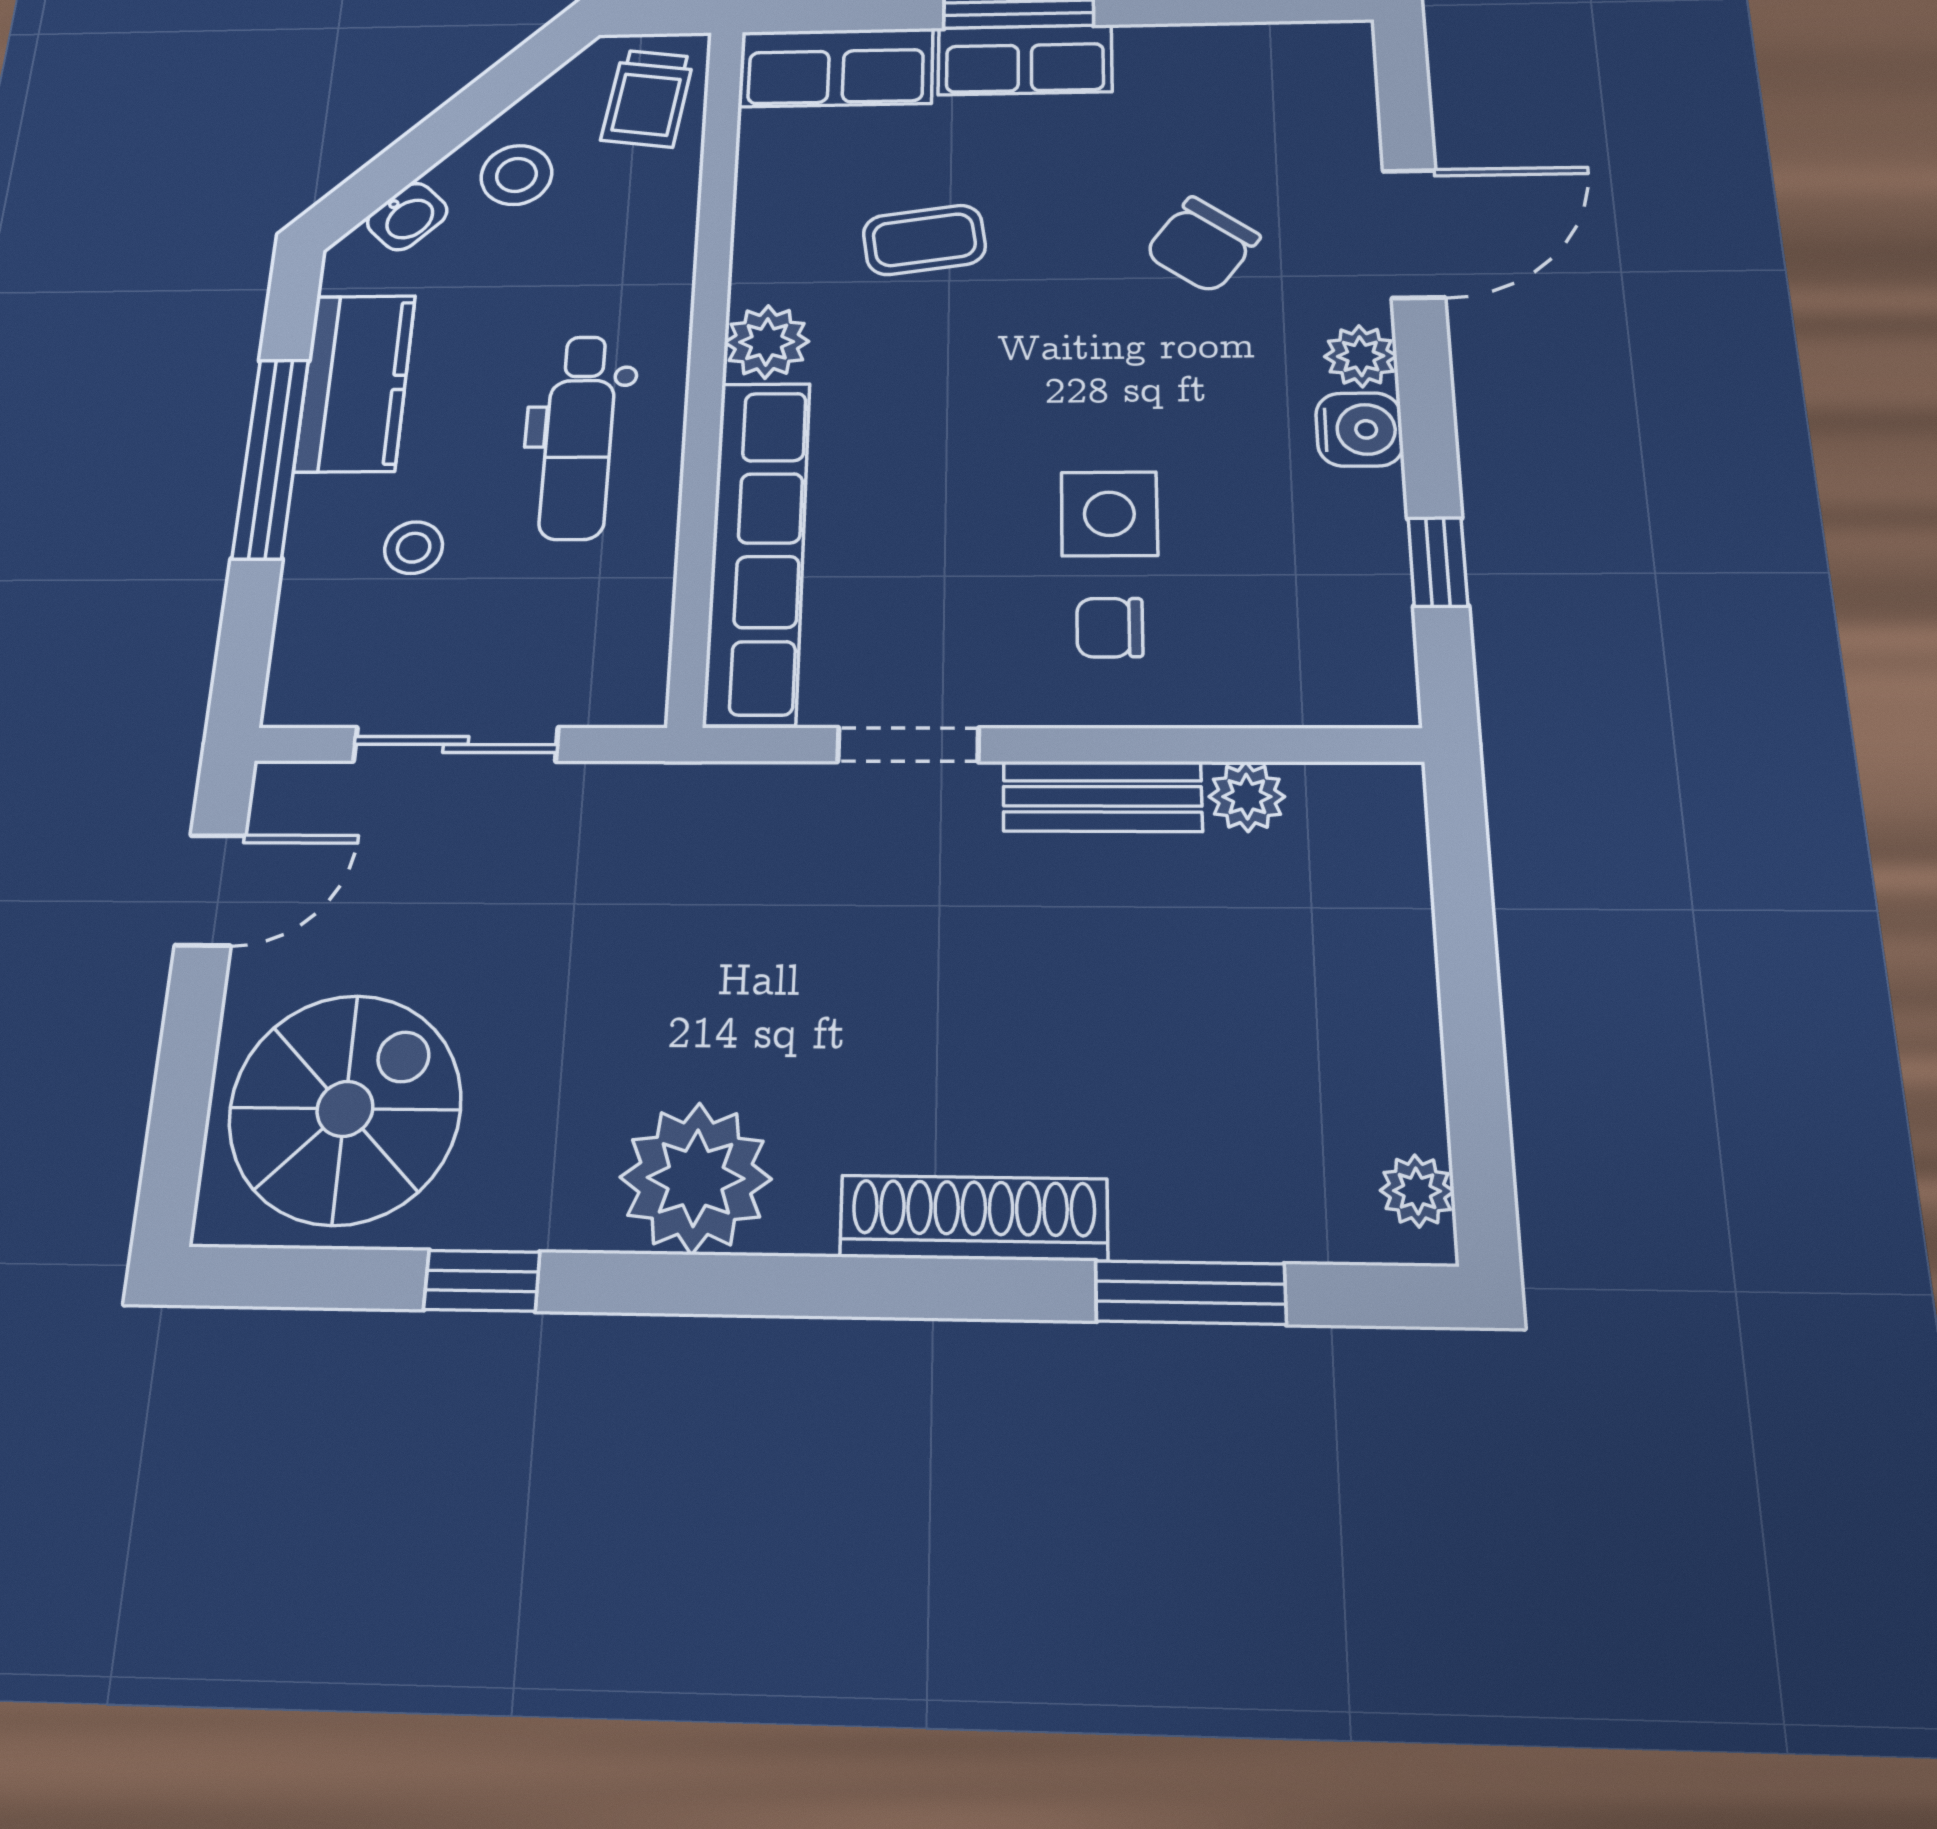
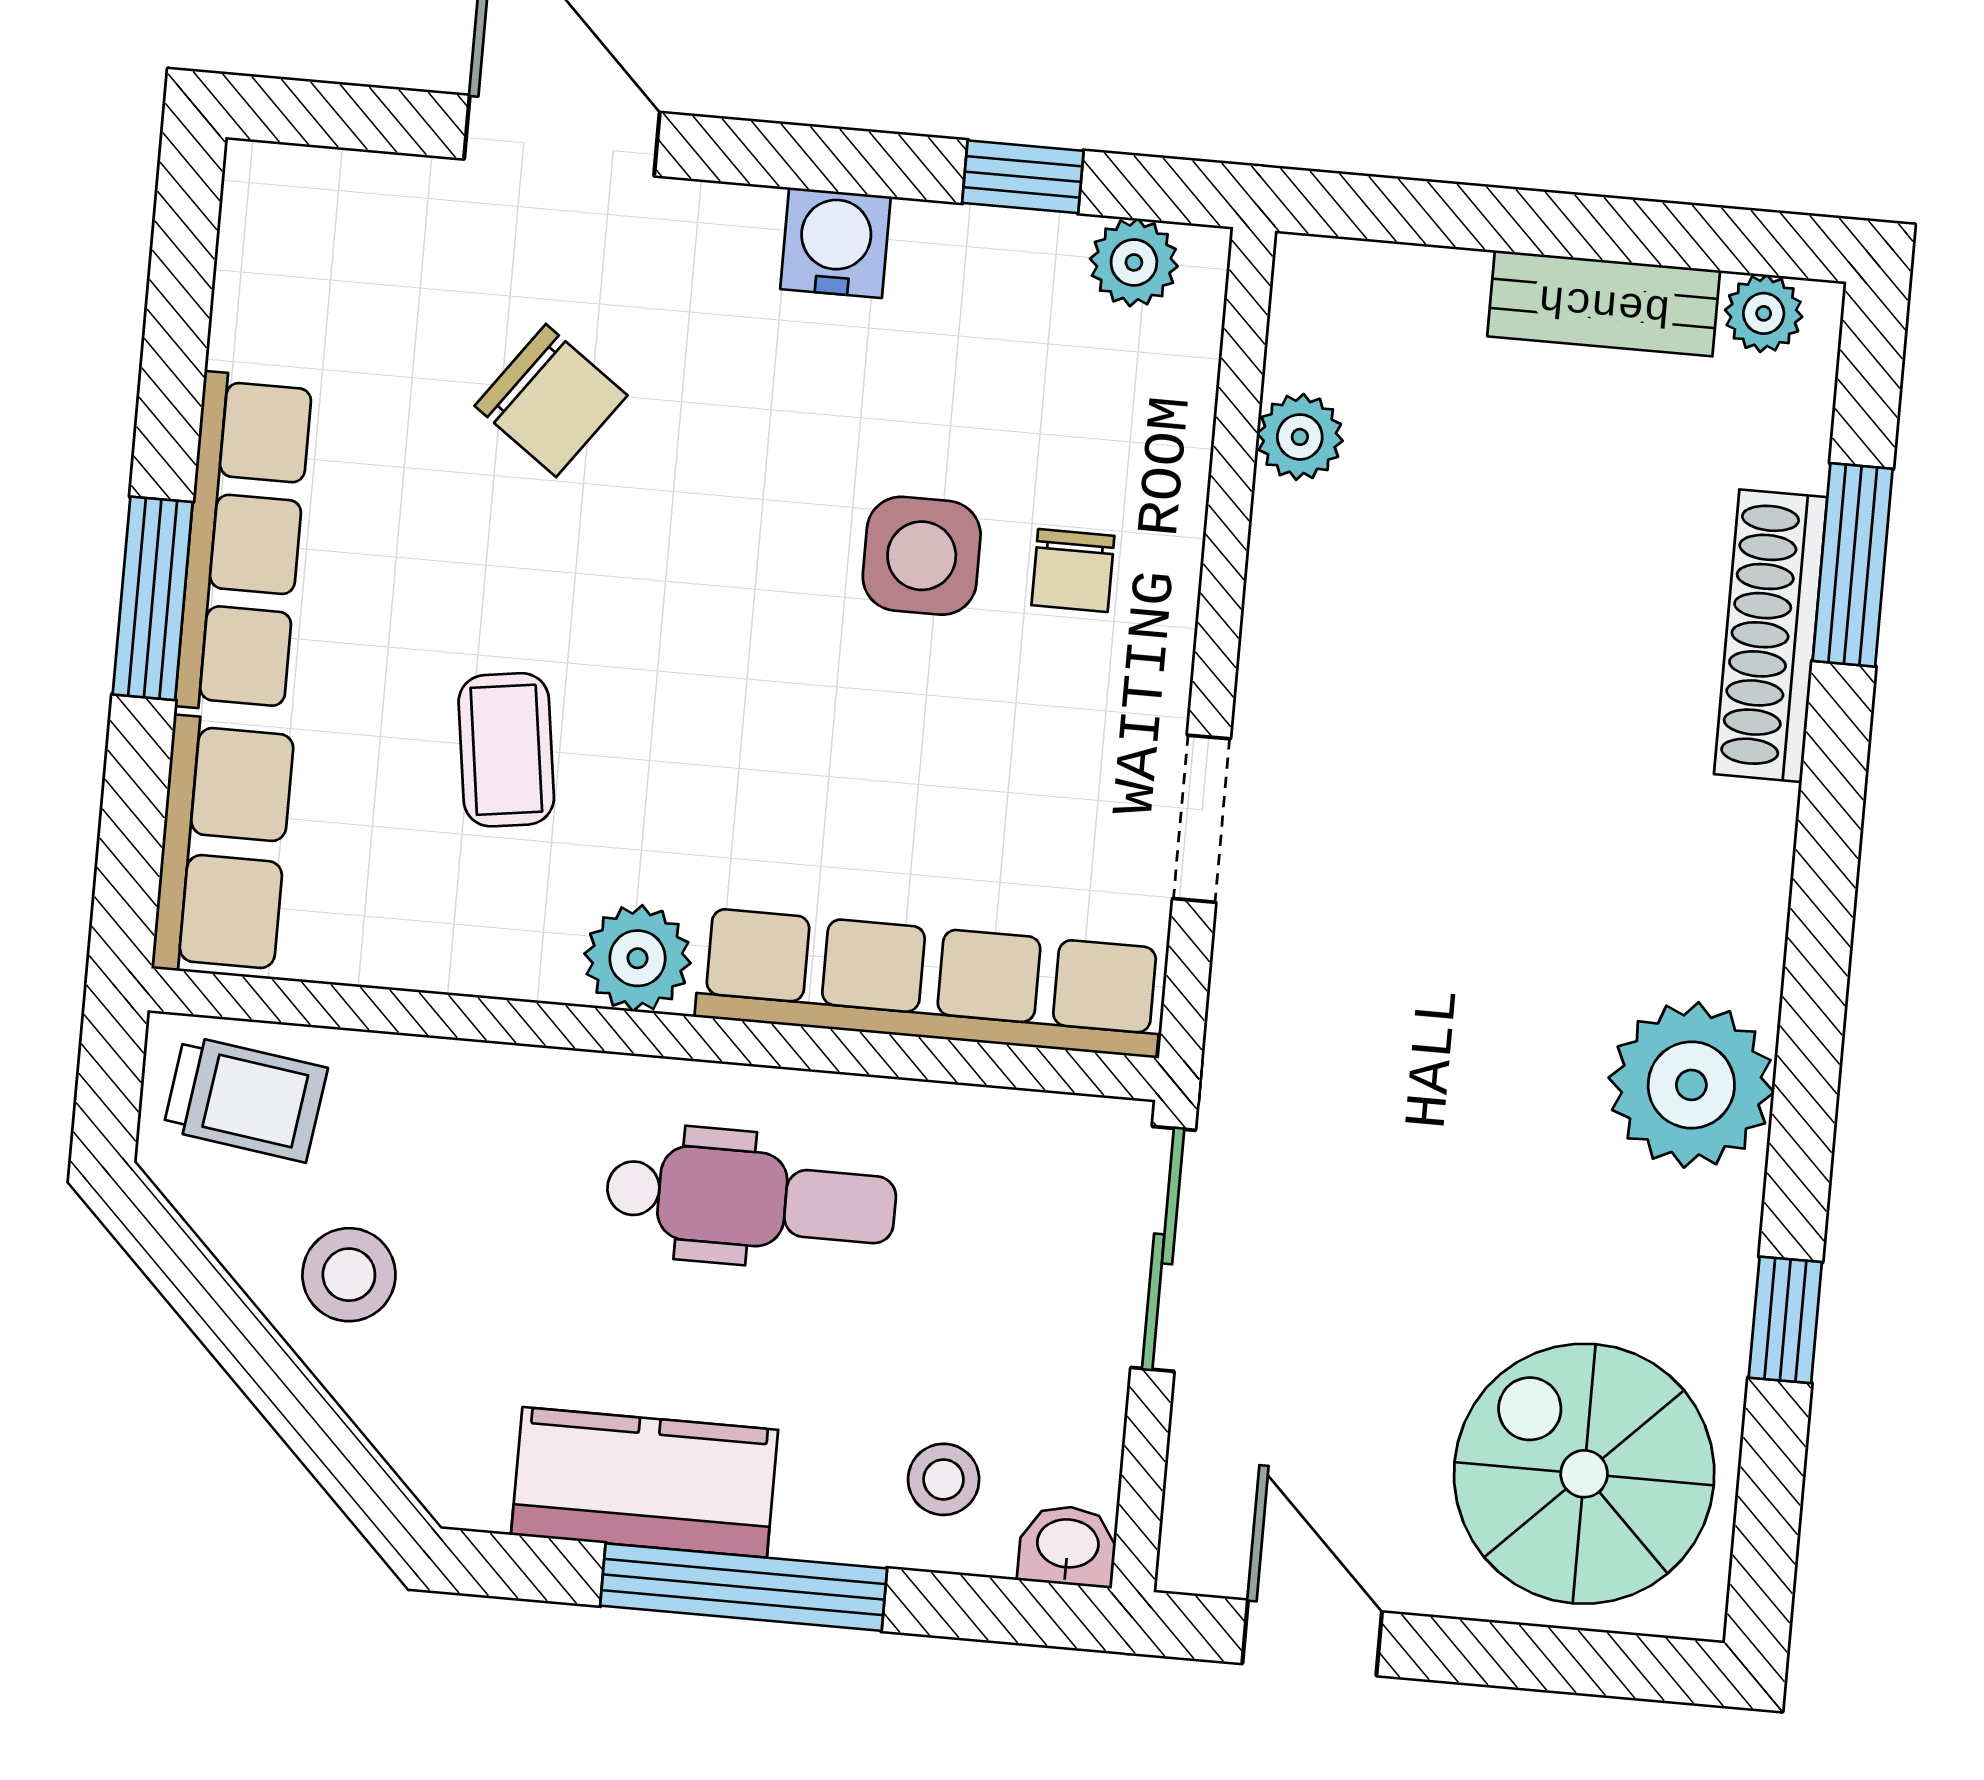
row of seats: (1025, 60) -> (244, 543), width x1.48
washbasin: (407, 217) -> (1068, 1546), moved, turned -45
plant: (1361, 356) -> (1134, 262), moved
stool: (414, 548) -> (944, 1479), moved
sliding door: (456, 744) -> (1163, 1249), moved
bench: (1102, 796) -> (1604, 303), moved, turned 90
shoe rack: (974, 1218) -> (1771, 636), moved

